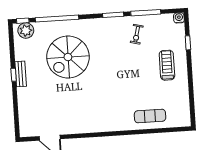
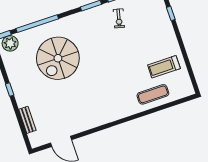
treadmill: (167, 65) -> (164, 67), moved, turned -90
bench: (21, 74) -> (27, 120), moved

